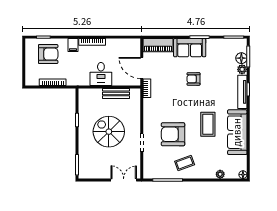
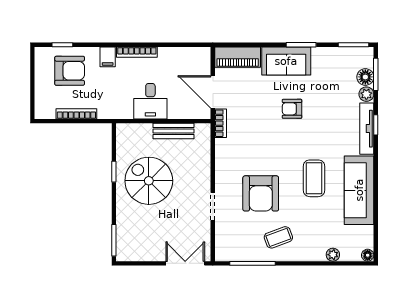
spiral stairs: (109, 132) -> (149, 181), moved
armchair: (173, 134) -> (261, 193), turned -90

